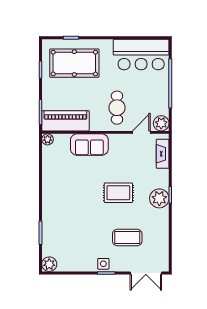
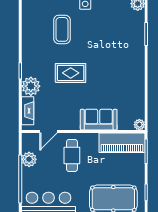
plant: (161, 123) -> (29, 159), moved
plant: (159, 198) -> (31, 86), moved
coffee table: (127, 237) -> (62, 29), turned 90

